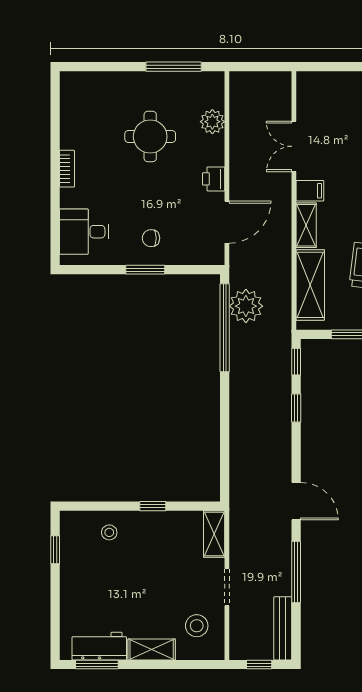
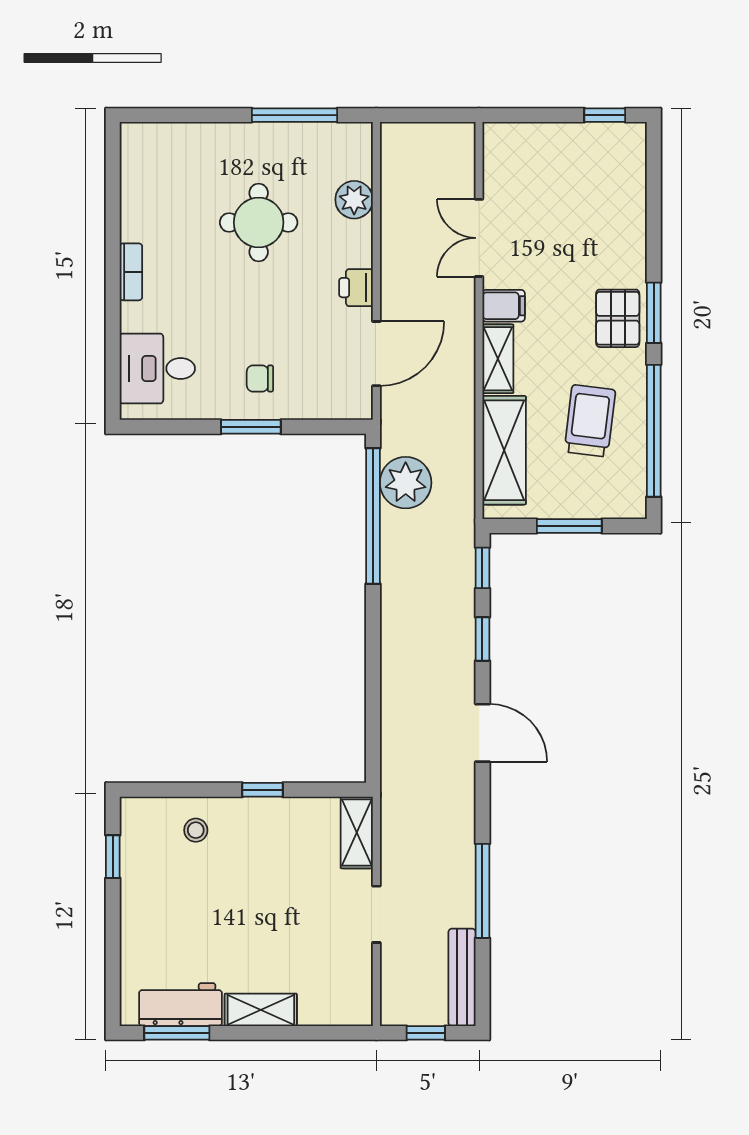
door: (296, 501) -> (482, 733), moved
stool: (197, 626) -> (330, 973), removed

